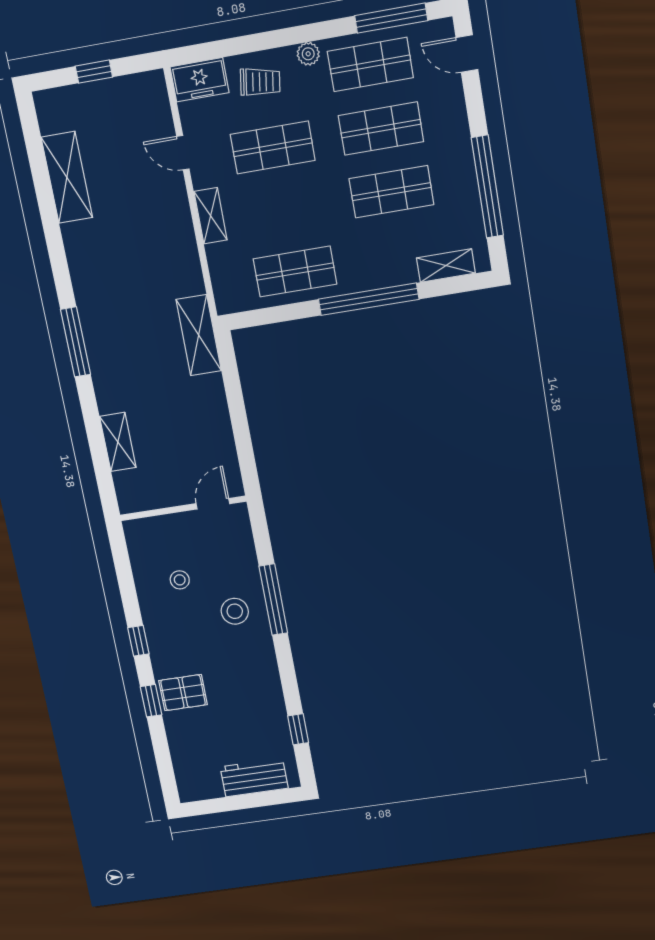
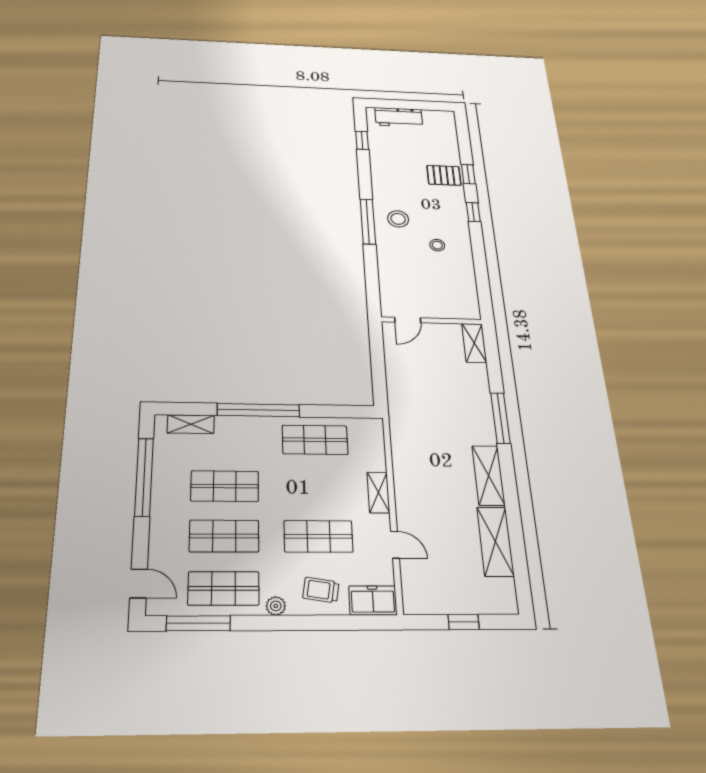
shelving: (199, 335) -> (488, 475), moved
door: (213, 504) -> (408, 320), moved
wall: (183, 508) -> (432, 321), moved

